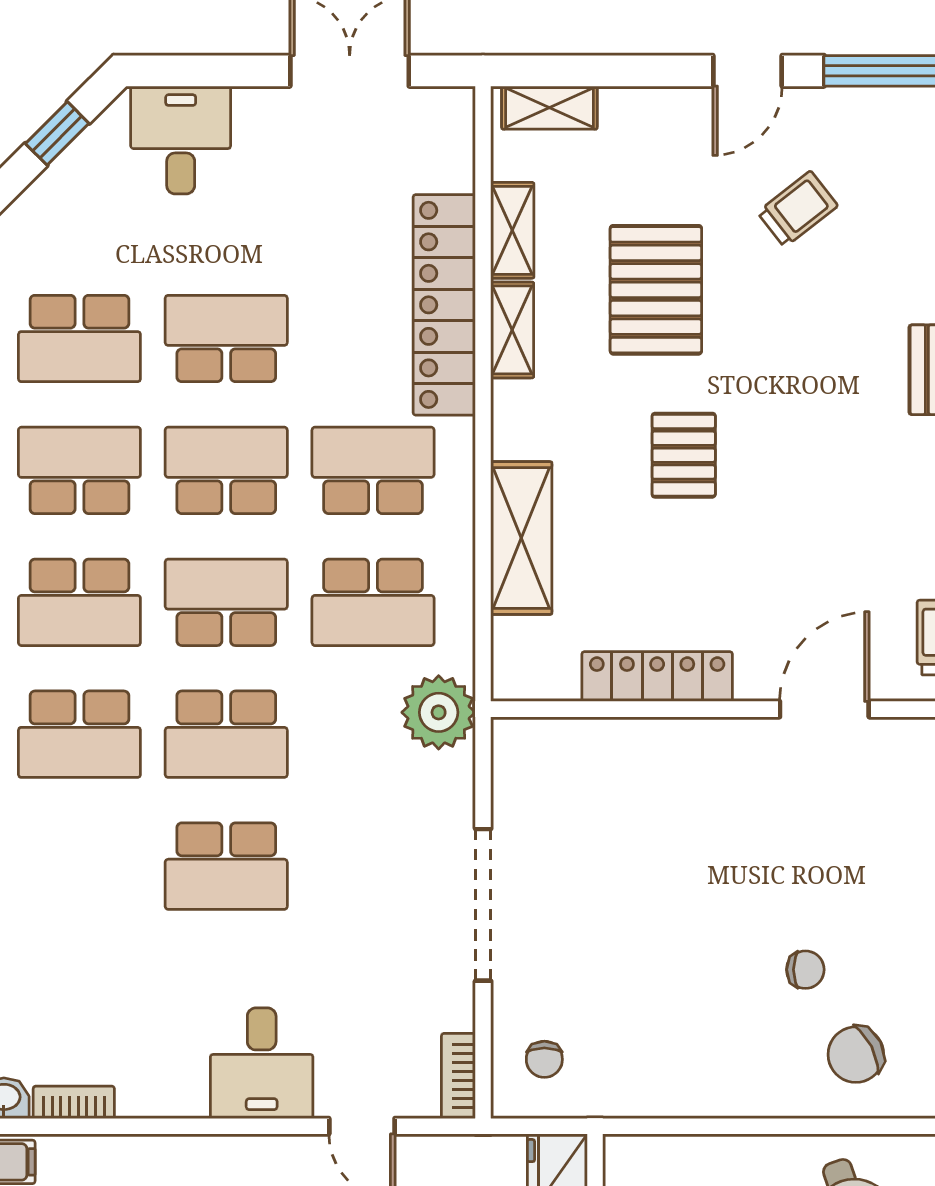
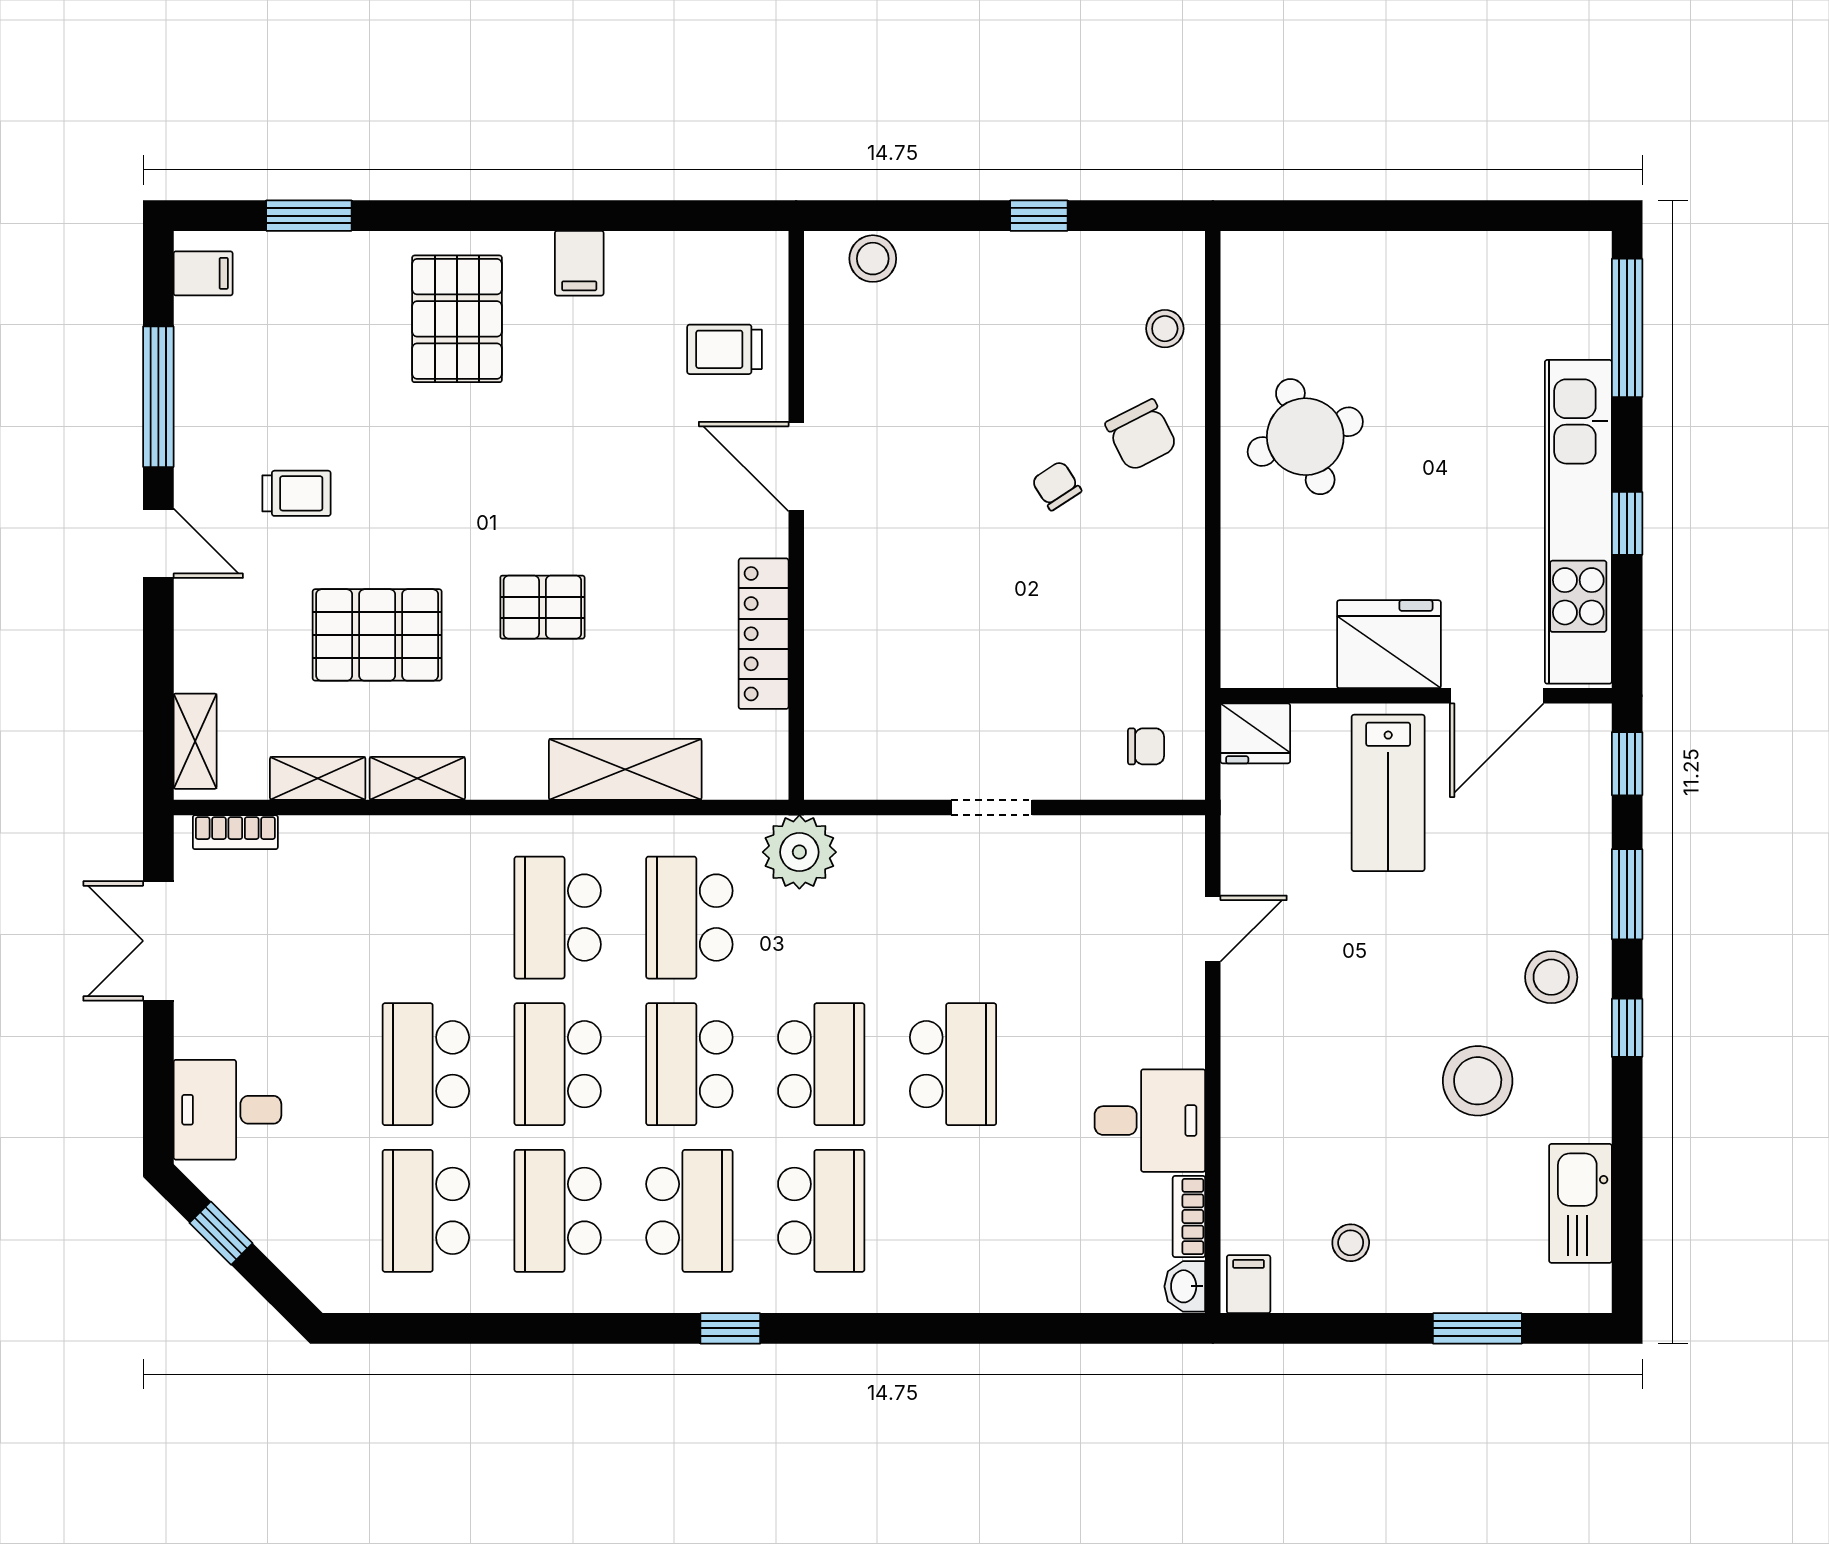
trolley: (798, 209) -> (297, 493), turned 128
locker: (444, 305) -> (392, 846), removed
school desk: (79, 338) -> (426, 1211), turned 180
school desk: (373, 602) -> (689, 918), turned 180
doorway: (483, 905) -> (992, 808), width x0.53
chair: (805, 970) -> (1056, 486), turned -33
desk: (262, 1063) -> (1150, 1121), moved
bookcase: (458, 1076) -> (235, 832), moved

